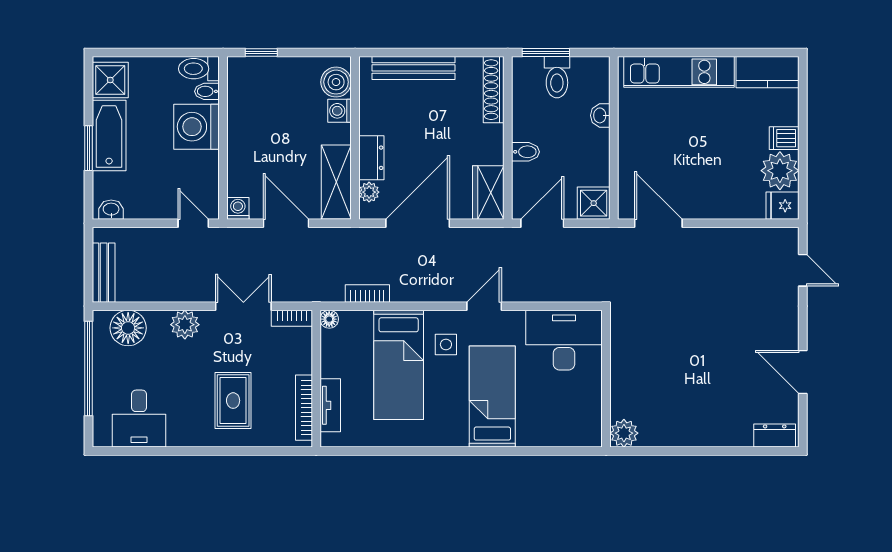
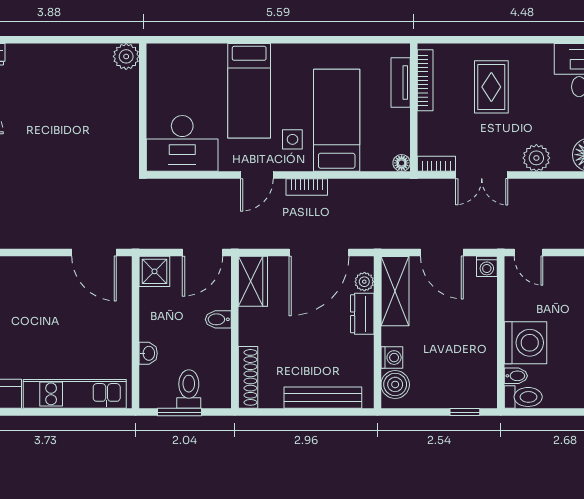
window: (546, 53) -> (180, 412), moved
bookcase: (367, 293) -> (307, 187), moved

